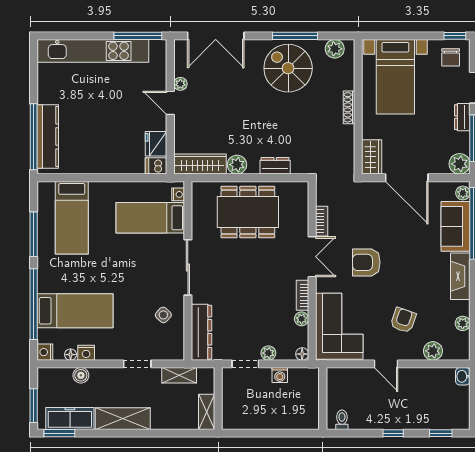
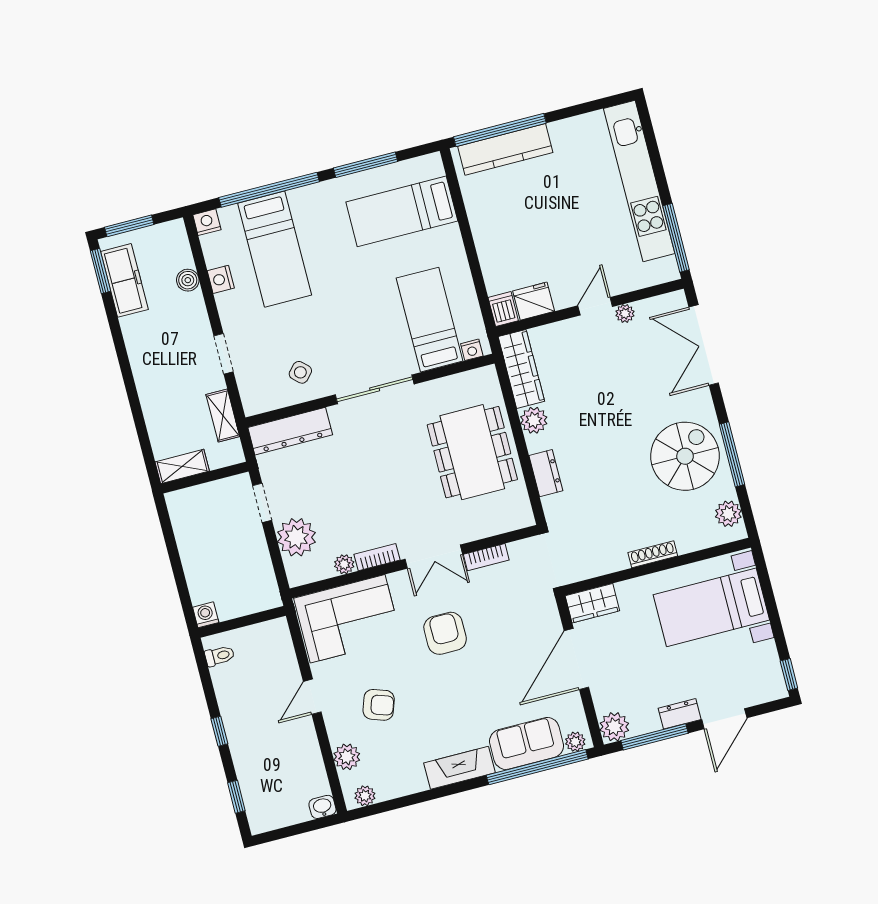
chair: (451, 57) -> (758, 676), removed
plant: (463, 323) -> (365, 796), moved
plant: (268, 353) -> (296, 537), width x1.88, depth x1.88
floor lamp: (302, 354) -> (296, 578), removed
floor lamp: (71, 355) -> (213, 259), removed
washing machine: (280, 375) -> (206, 615), moved, turned 90
shelving: (123, 419) -> (143, 353), removed

